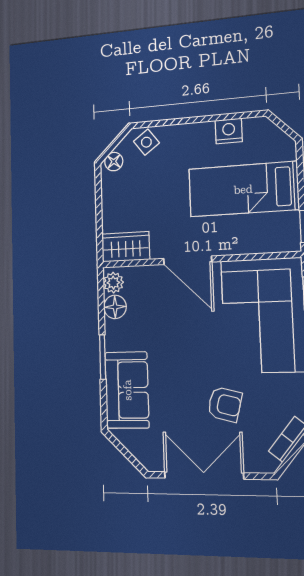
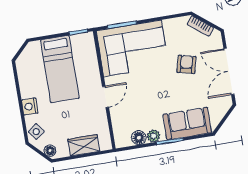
nightstand: (229, 131) -> (30, 106), moved
wardrobe: (126, 247) -> (84, 145), moved, turned 90
door: (188, 260) -> (105, 97), width x0.73
plant: (113, 283) -> (154, 136), moved

